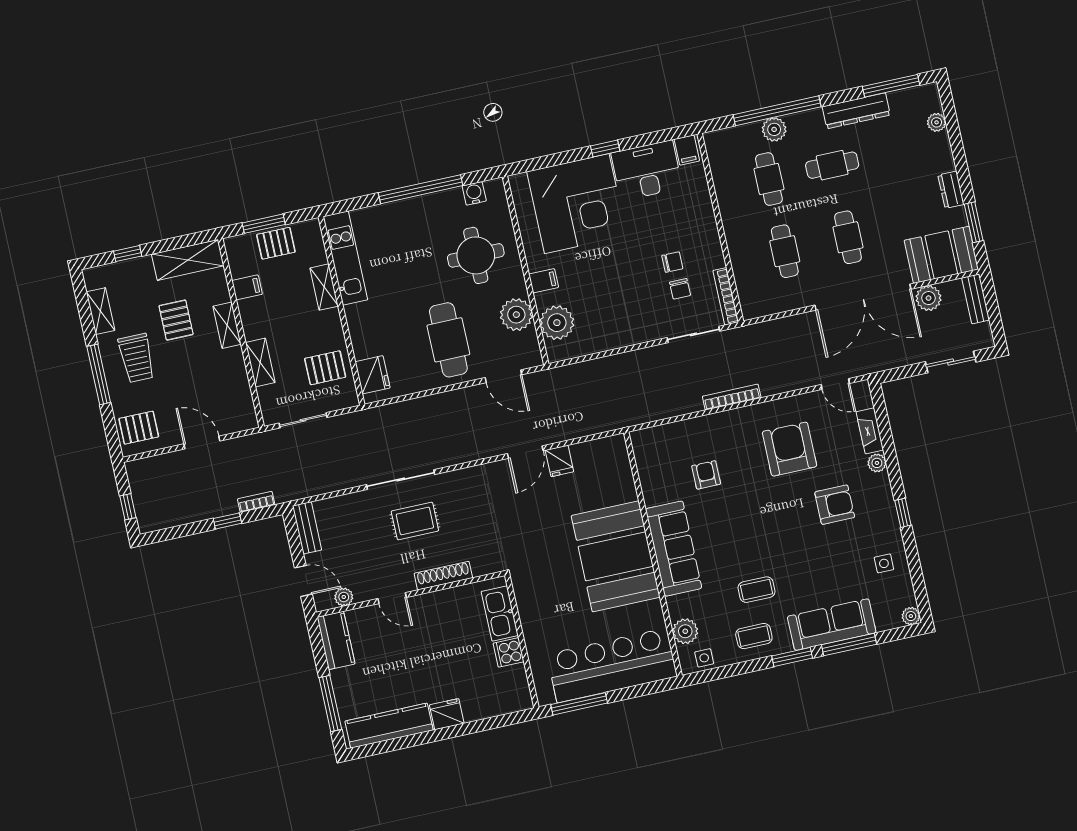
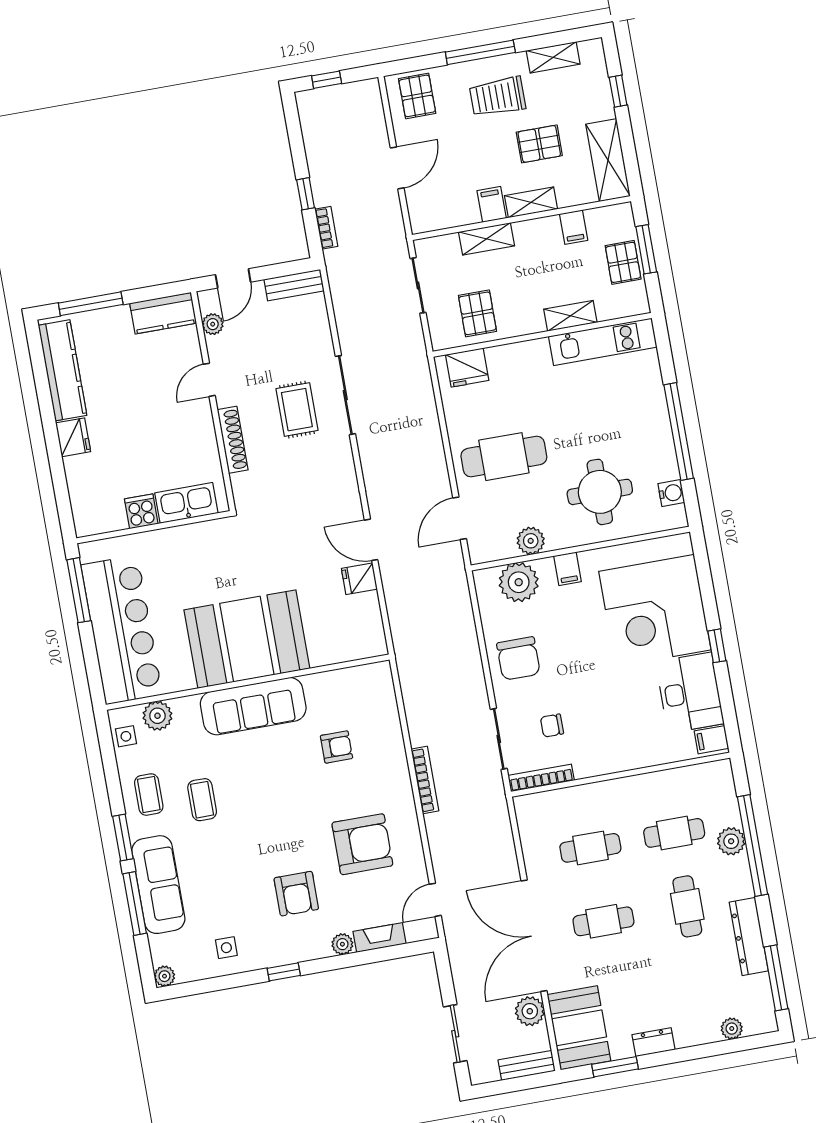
chair: (672, 262) -> (518, 658), moved, width x1.87, depth x1.87
plant: (516, 315) -> (531, 541), width x0.73, depth x0.73
filing cabinet: (230, 359) -> (492, 204), added

